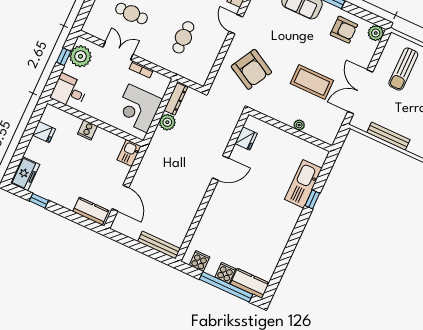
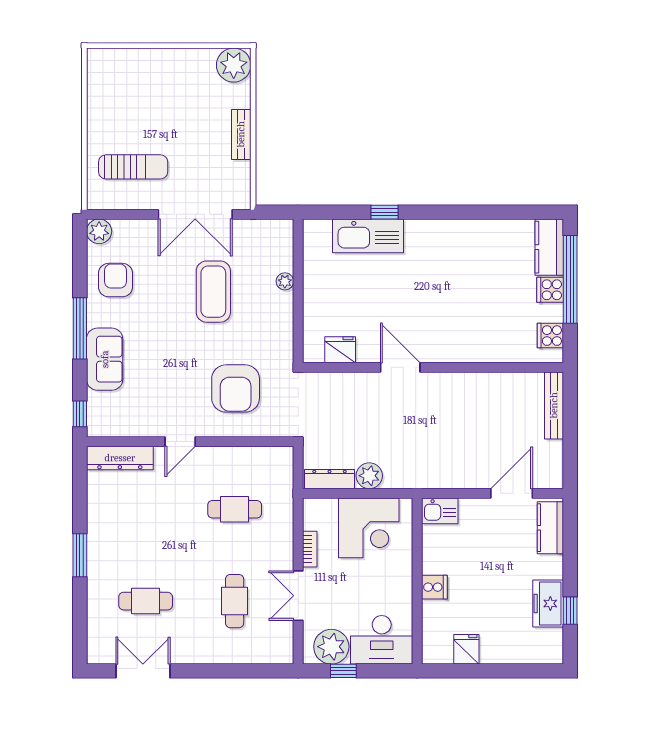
armchair: (251, 69) -> (236, 388), turned 151
desk: (69, 91) -> (382, 640), width x1.37
bench: (388, 136) -> (241, 134), width x0.73
freezer: (25, 174) -> (548, 603), moved, turned -90

